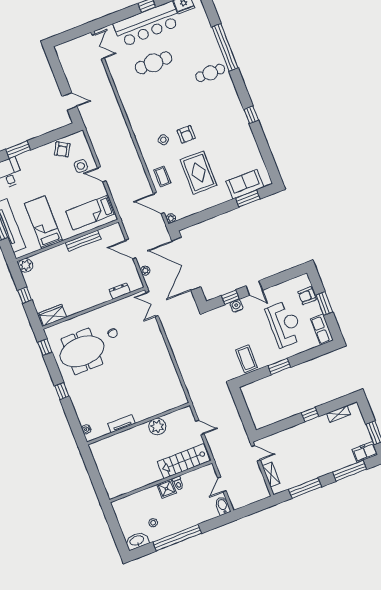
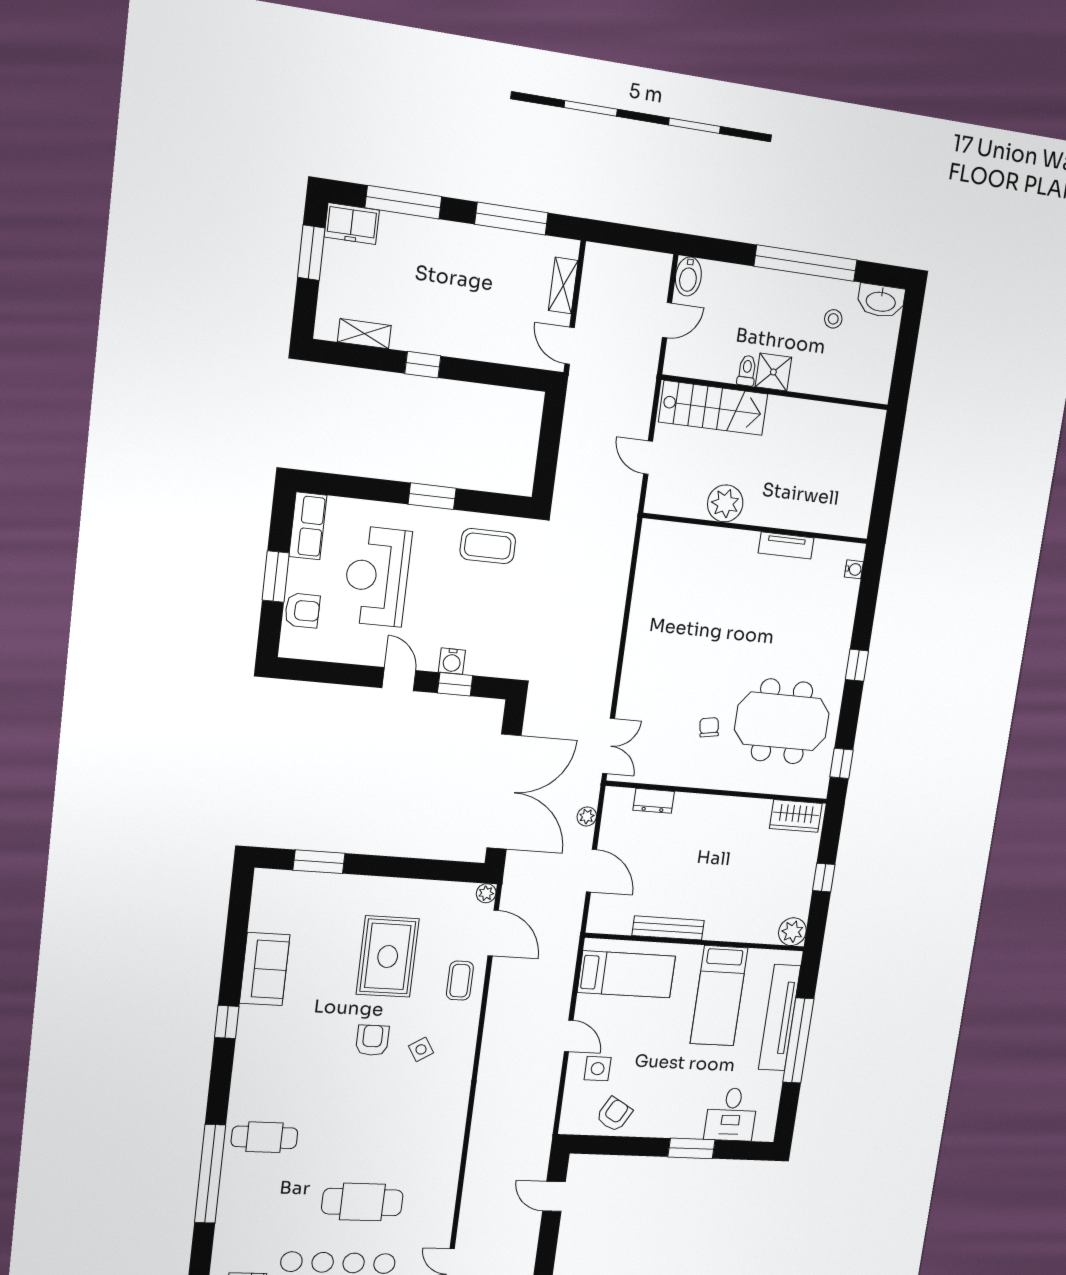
sofa: (245, 184) -> (265, 969), moved, turned -90
coffee table: (247, 359) -> (488, 546), turned 90

